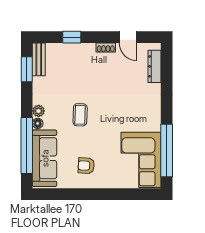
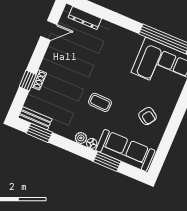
shoe rack: (106, 47) -> (39, 80), moved
window: (27, 145) -> (107, 161), width x0.47
armchair: (86, 166) -> (148, 116), turned -59

